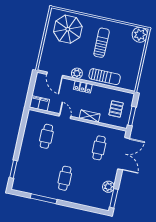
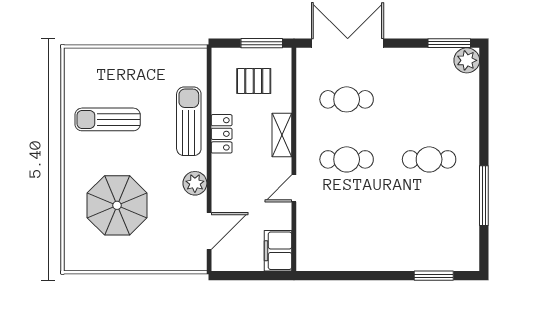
parasol: (68, 29) -> (117, 205), moved
plant: (140, 35) -> (81, 65), removed
sun lounger: (102, 43) -> (108, 119), moved
locker: (83, 87) -> (222, 134), moved
cafe table: (46, 136) -> (347, 159), moved
plant: (108, 187) -> (467, 60), moved

